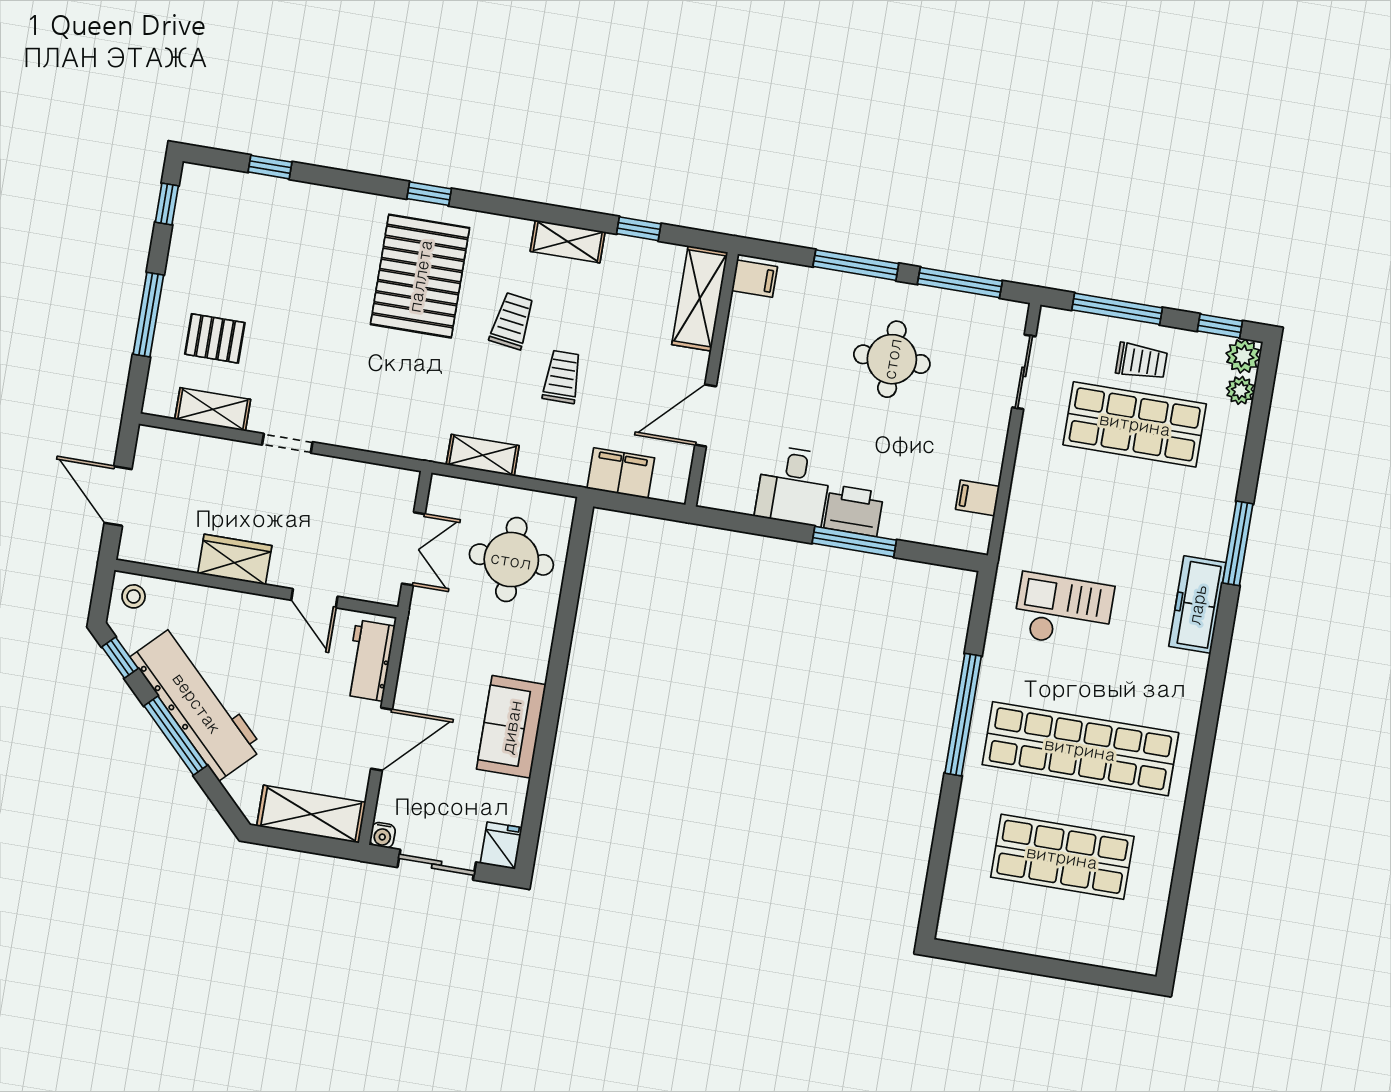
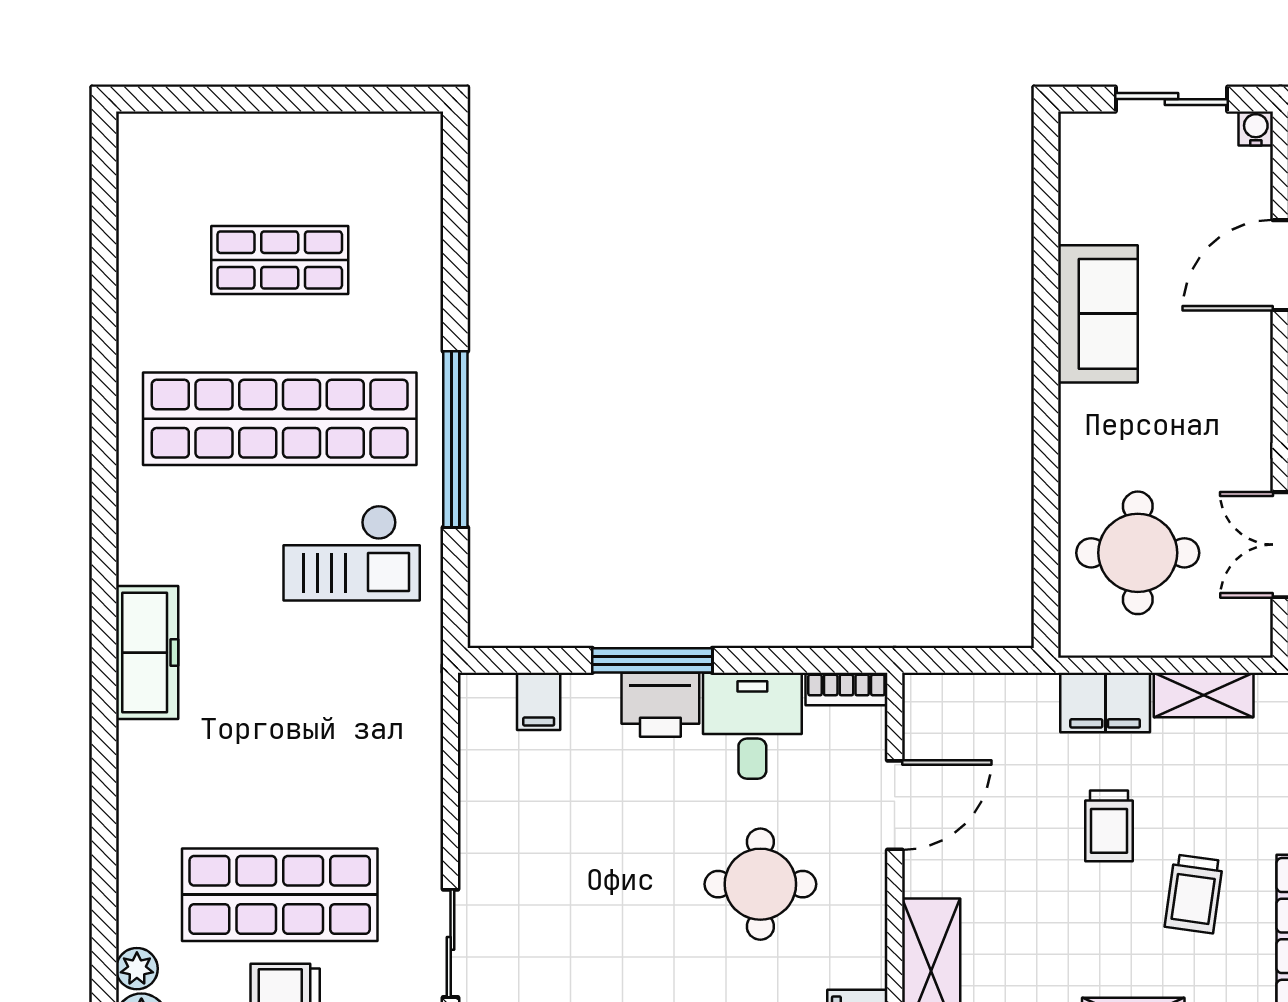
round table: (892, 359) -> (760, 884), moved
filing cabinet: (621, 473) -> (1105, 702), moved
filing cabinet: (978, 498) -> (539, 701), moved, turned 90
bookcase: (725, 500) -> (846, 689), added
window: (1238, 543) -> (104, 750), removed
checkout: (1063, 611) -> (352, 553), moved
fridge: (501, 846) -> (1084, 142), removed
shop shelf: (1062, 857) -> (280, 260), width x0.70, depth x0.74

